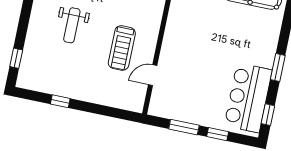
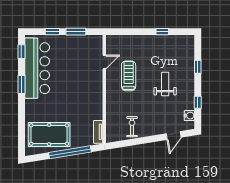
window: (16, 58) -> (198, 67), moved
bar counter: (248, 98) -> (37, 68), width x1.36

